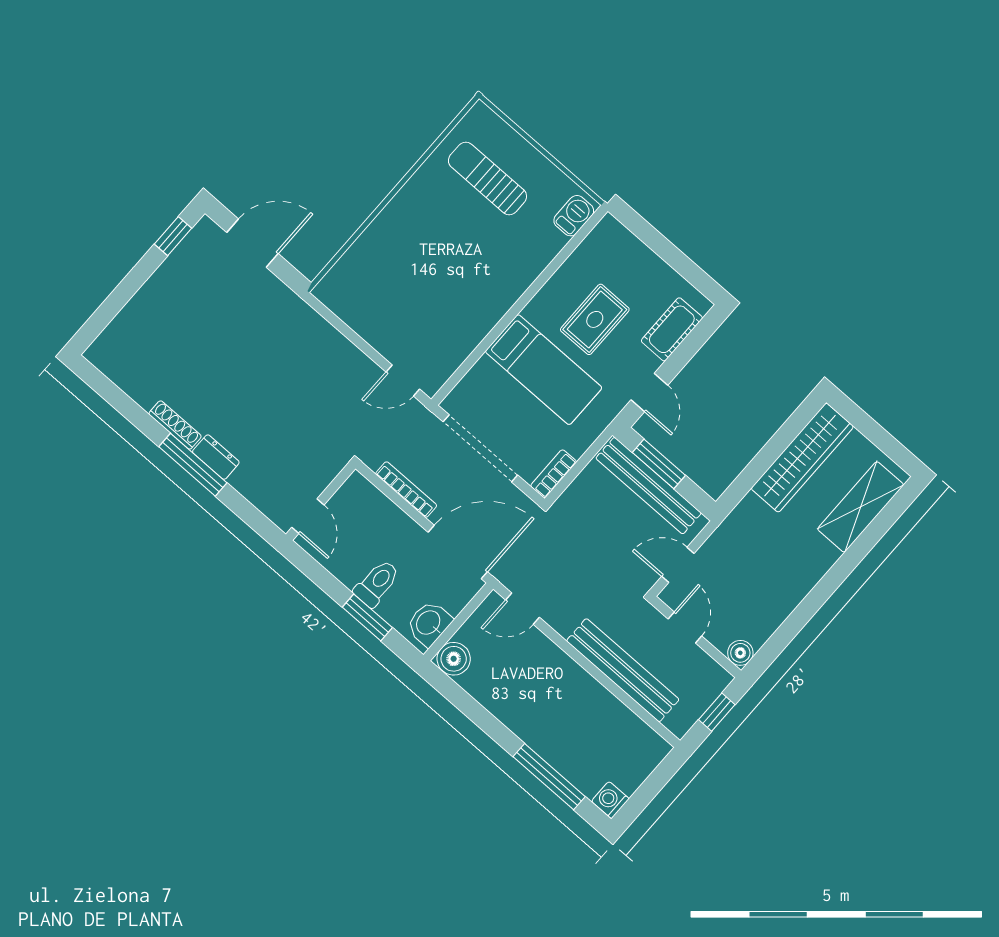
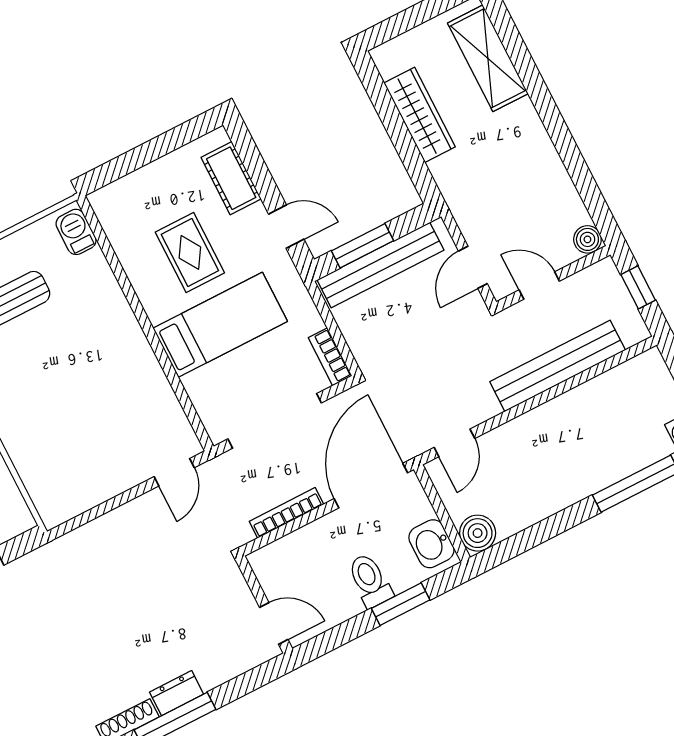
wardrobe: (802, 458) -> (420, 115), width x0.71, depth x0.85

